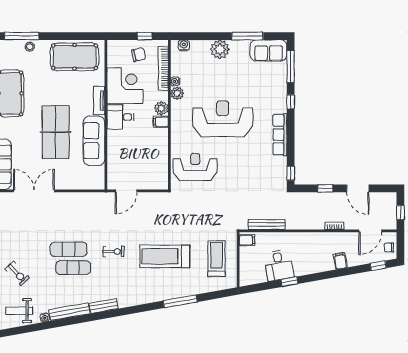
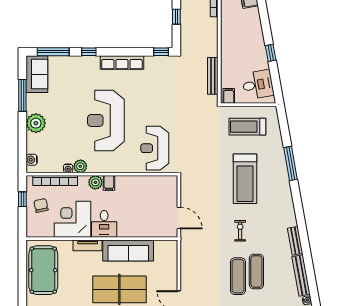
desk: (279, 265) -> (258, 85), moved

